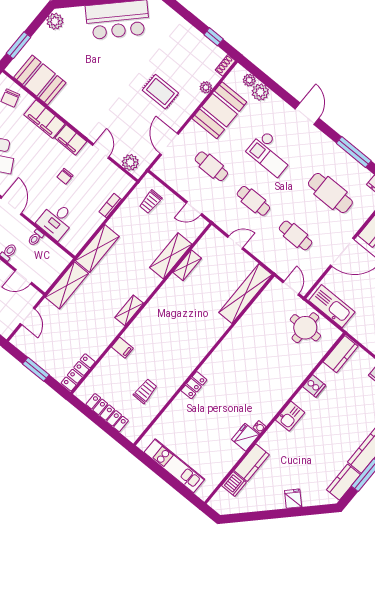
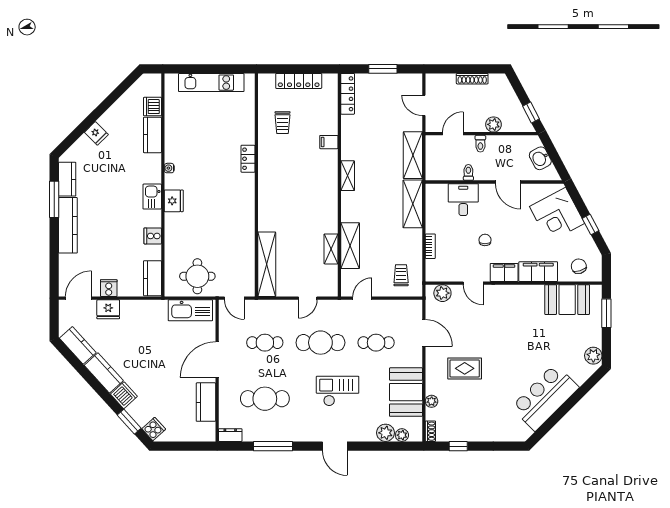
cafe table: (253, 201) -> (320, 343), width x1.37, depth x1.35
fridge: (245, 437) -> (174, 201), moved

